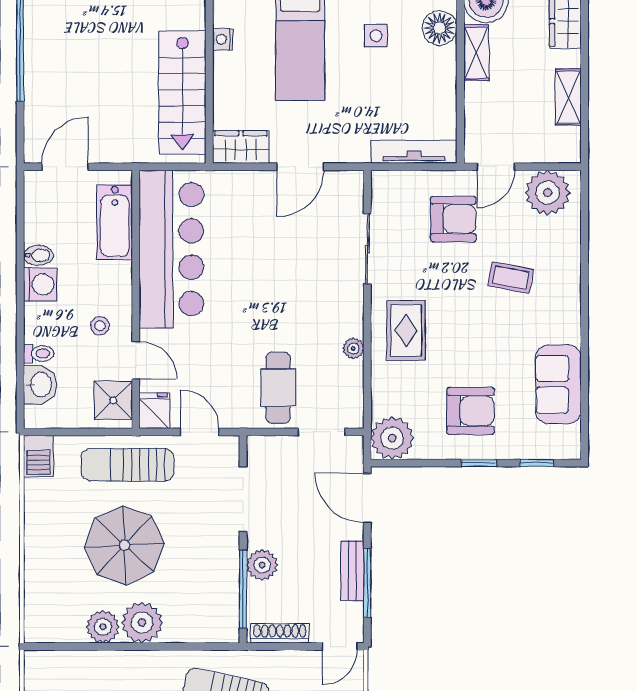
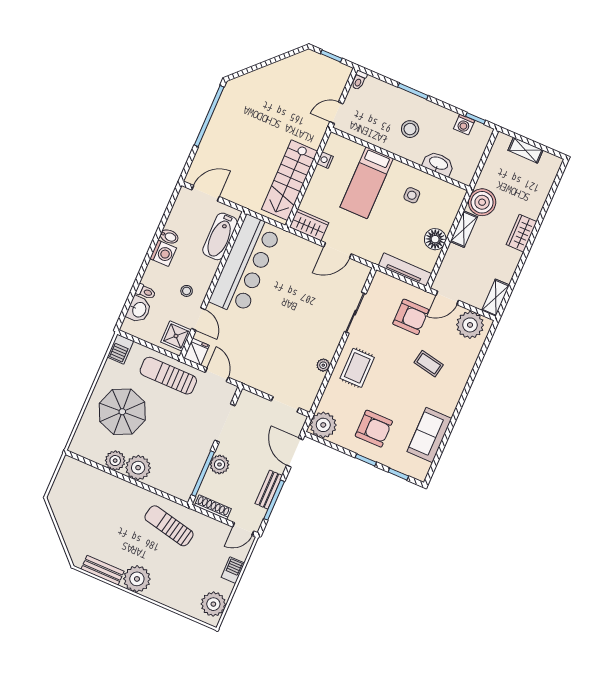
floor lamp: (440, 28) -> (435, 239), moved
shelving: (568, 97) -> (496, 298), moved
cafe table: (278, 388) -> (272, 369), removed
parasol: (124, 545) -> (122, 412), moved

